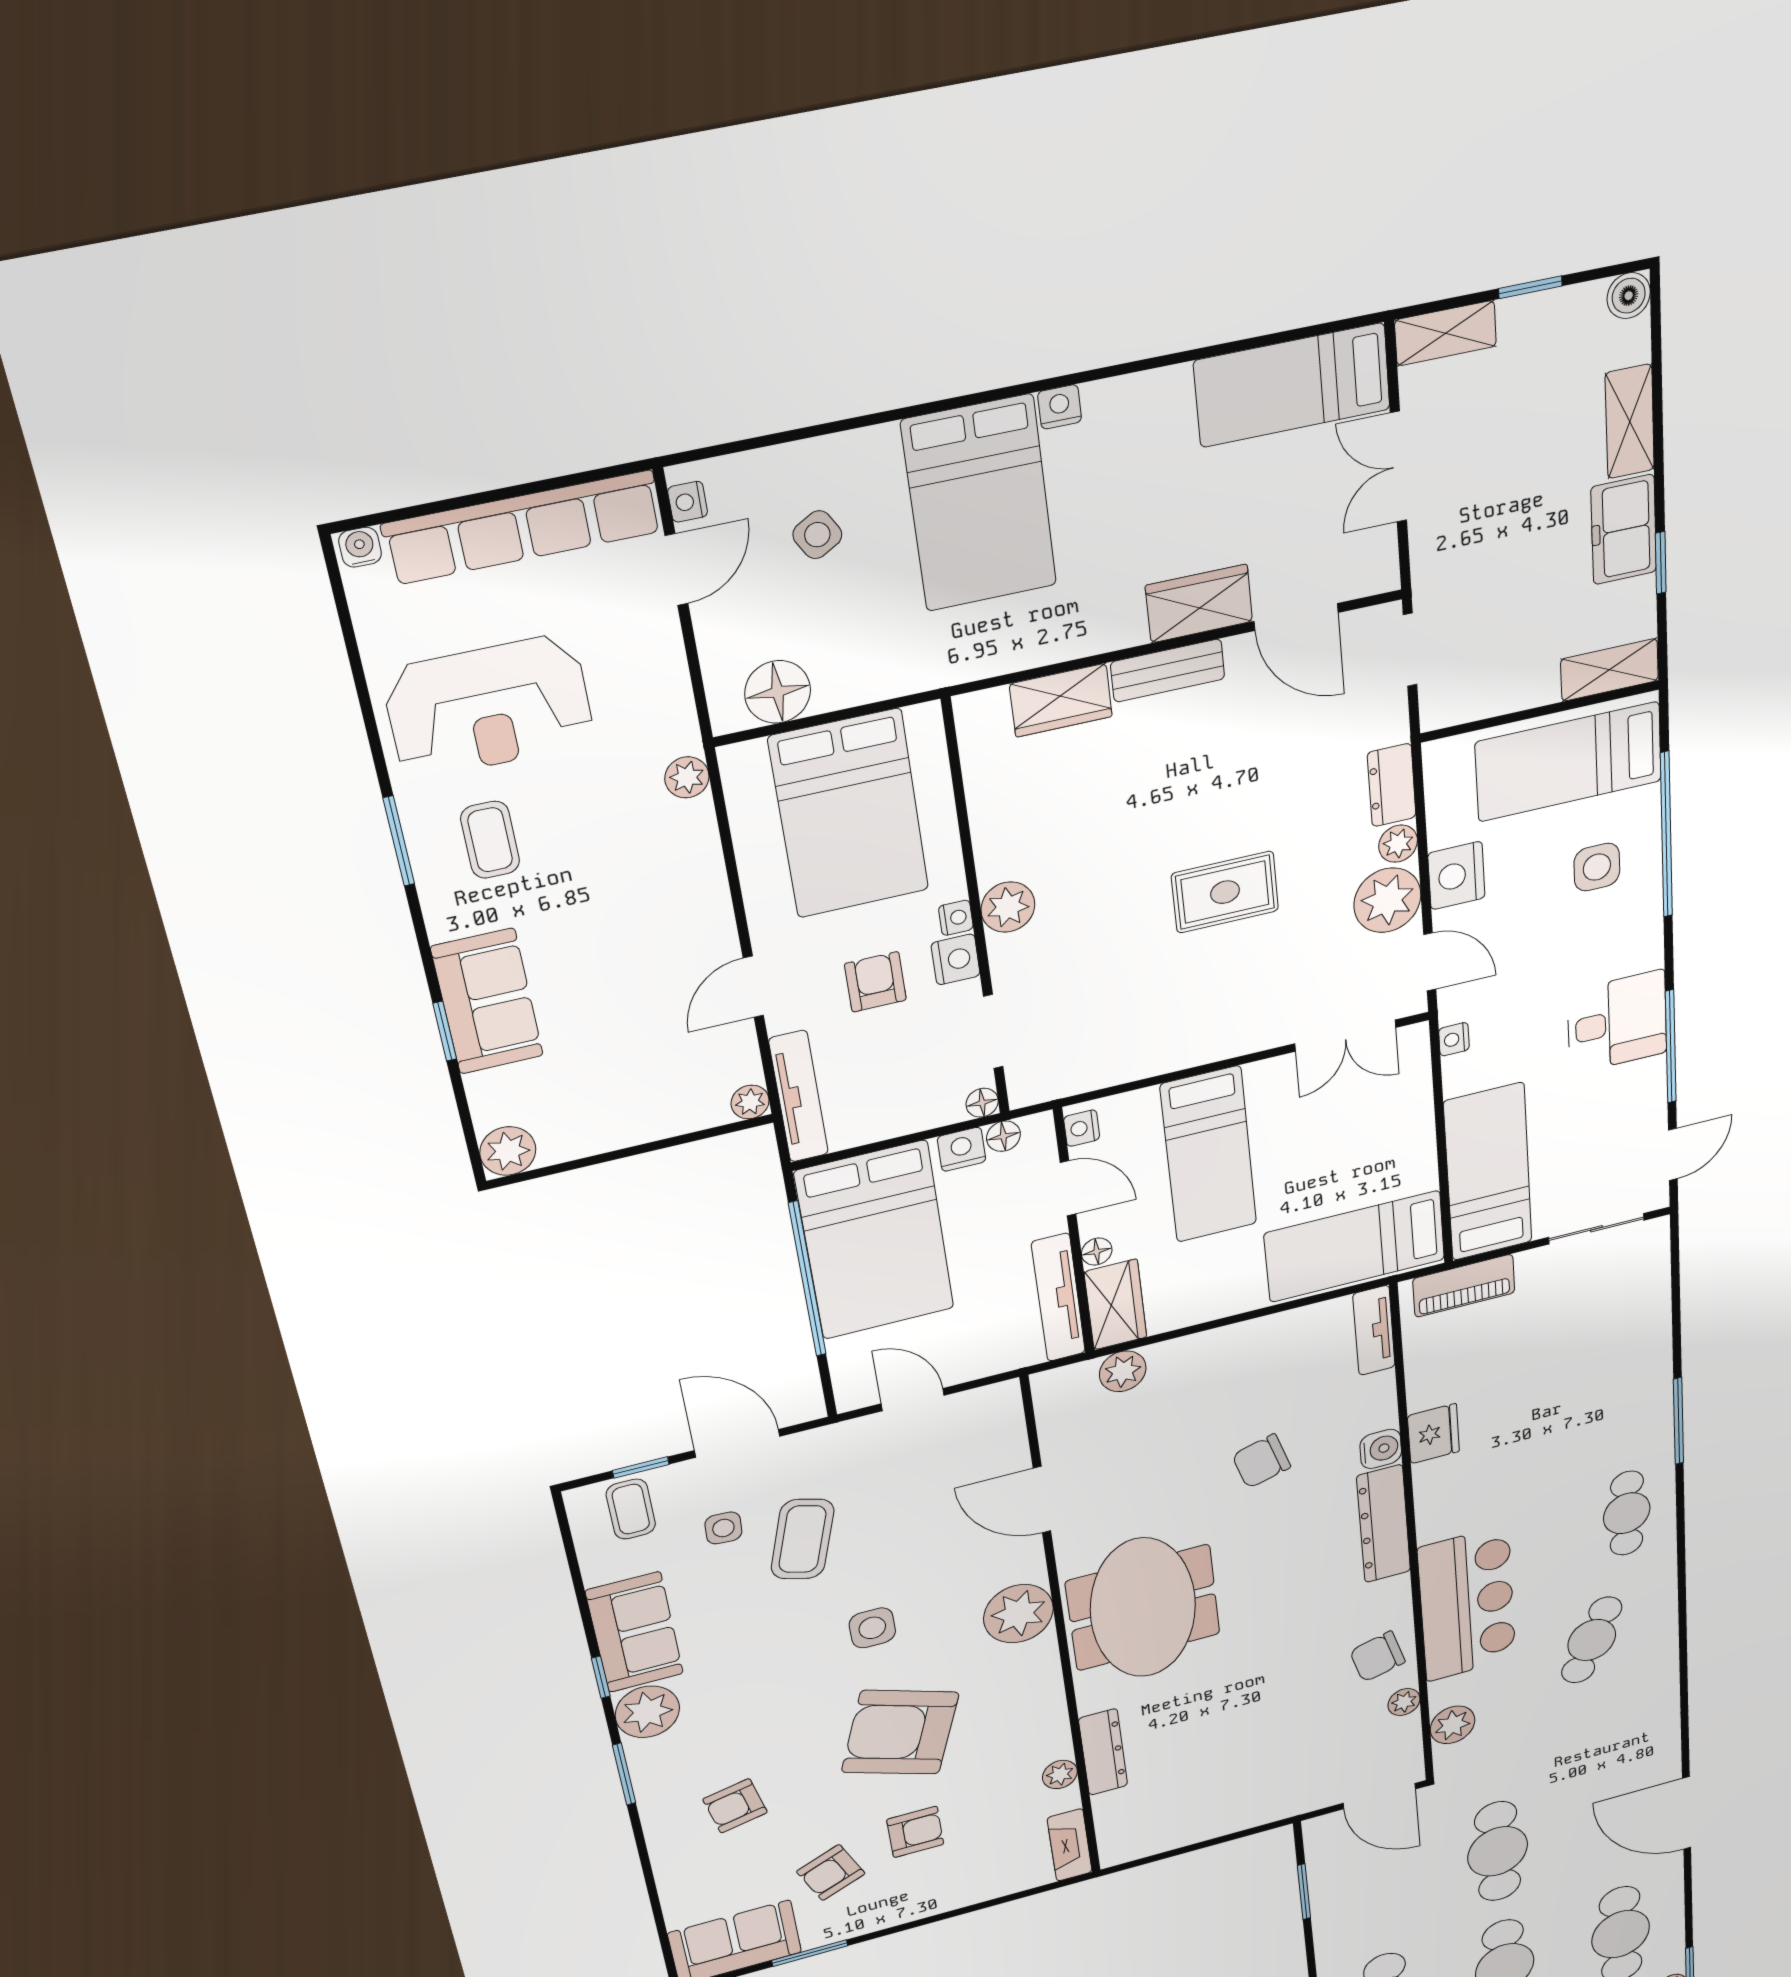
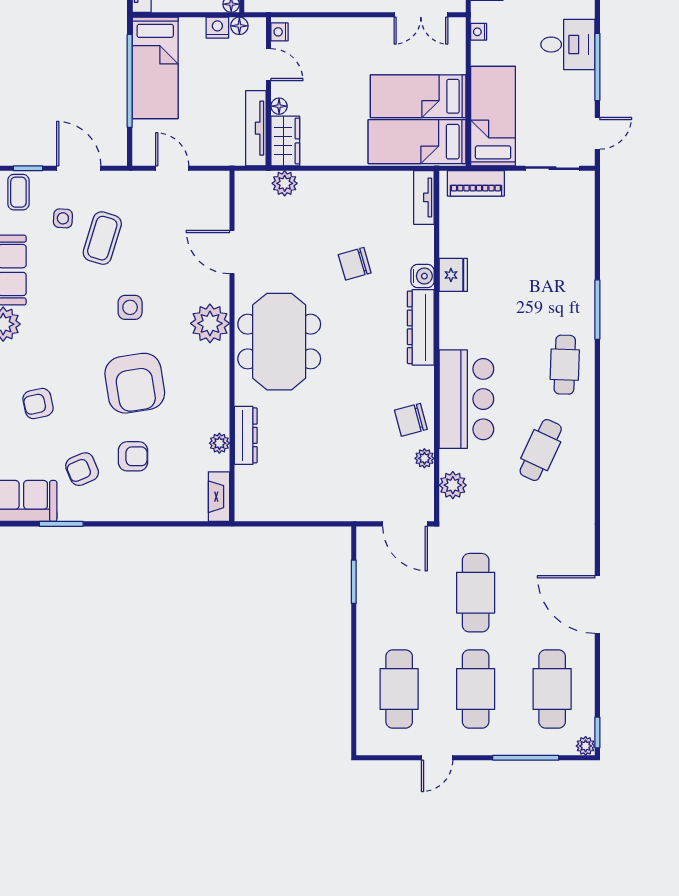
bed: (1209, 1155) -> (418, 96), moved, turned 90
bed: (875, 1241) -> (155, 68), width x0.67
armchair: (900, 1732) -> (135, 383), turned -119

